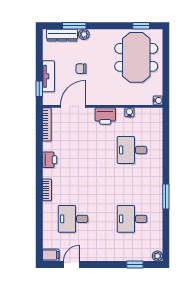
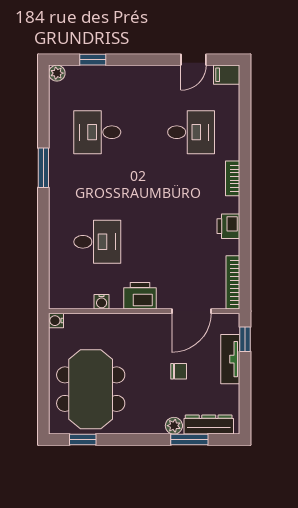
desk: (132, 219) -> (97, 132), turned 180

